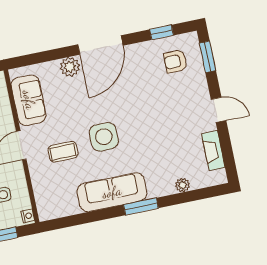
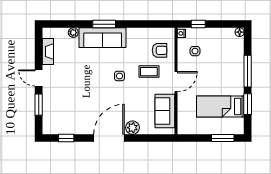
window: (208, 57) -> (39, 105), moved
armchair: (175, 61) -> (160, 50), moved
side table: (104, 137) -> (119, 76), width x0.54, depth x0.54
sofa: (112, 192) -> (103, 38), moved

